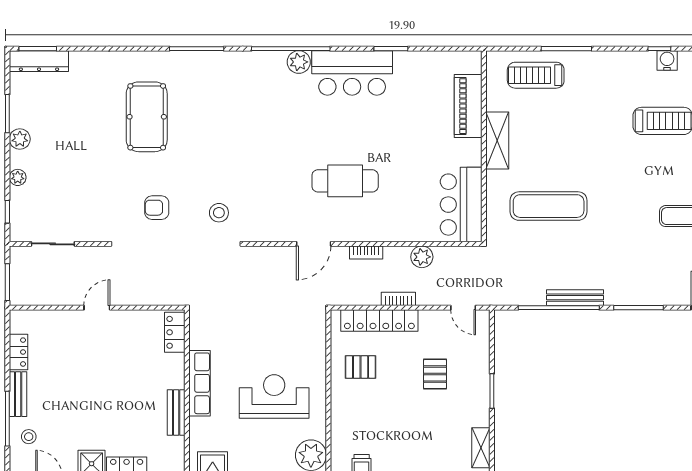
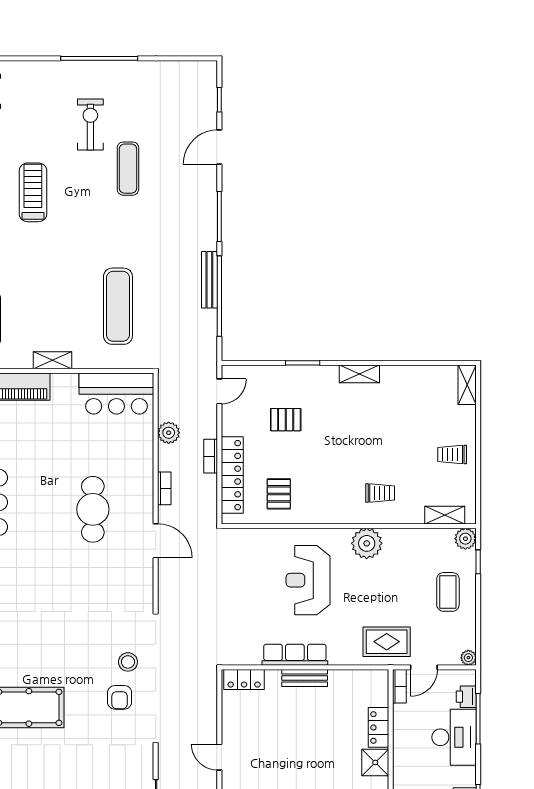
shelving: (497, 140) -> (52, 360), width x0.67, depth x0.75
stool: (219, 213) -> (128, 662), moved
bench: (176, 413) -> (305, 678), moved

